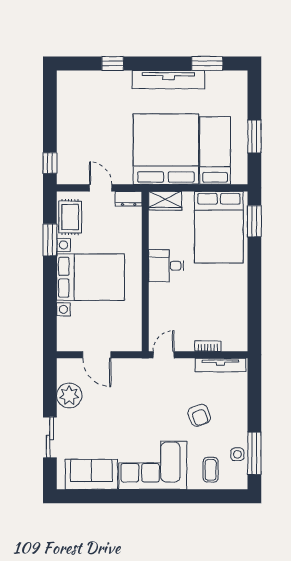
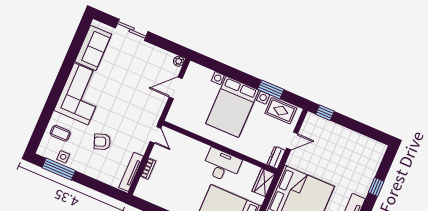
desk: (166, 266) -> (222, 165), width x1.37
plant: (69, 395) -> (179, 61), moved, width x0.53, depth x0.53

